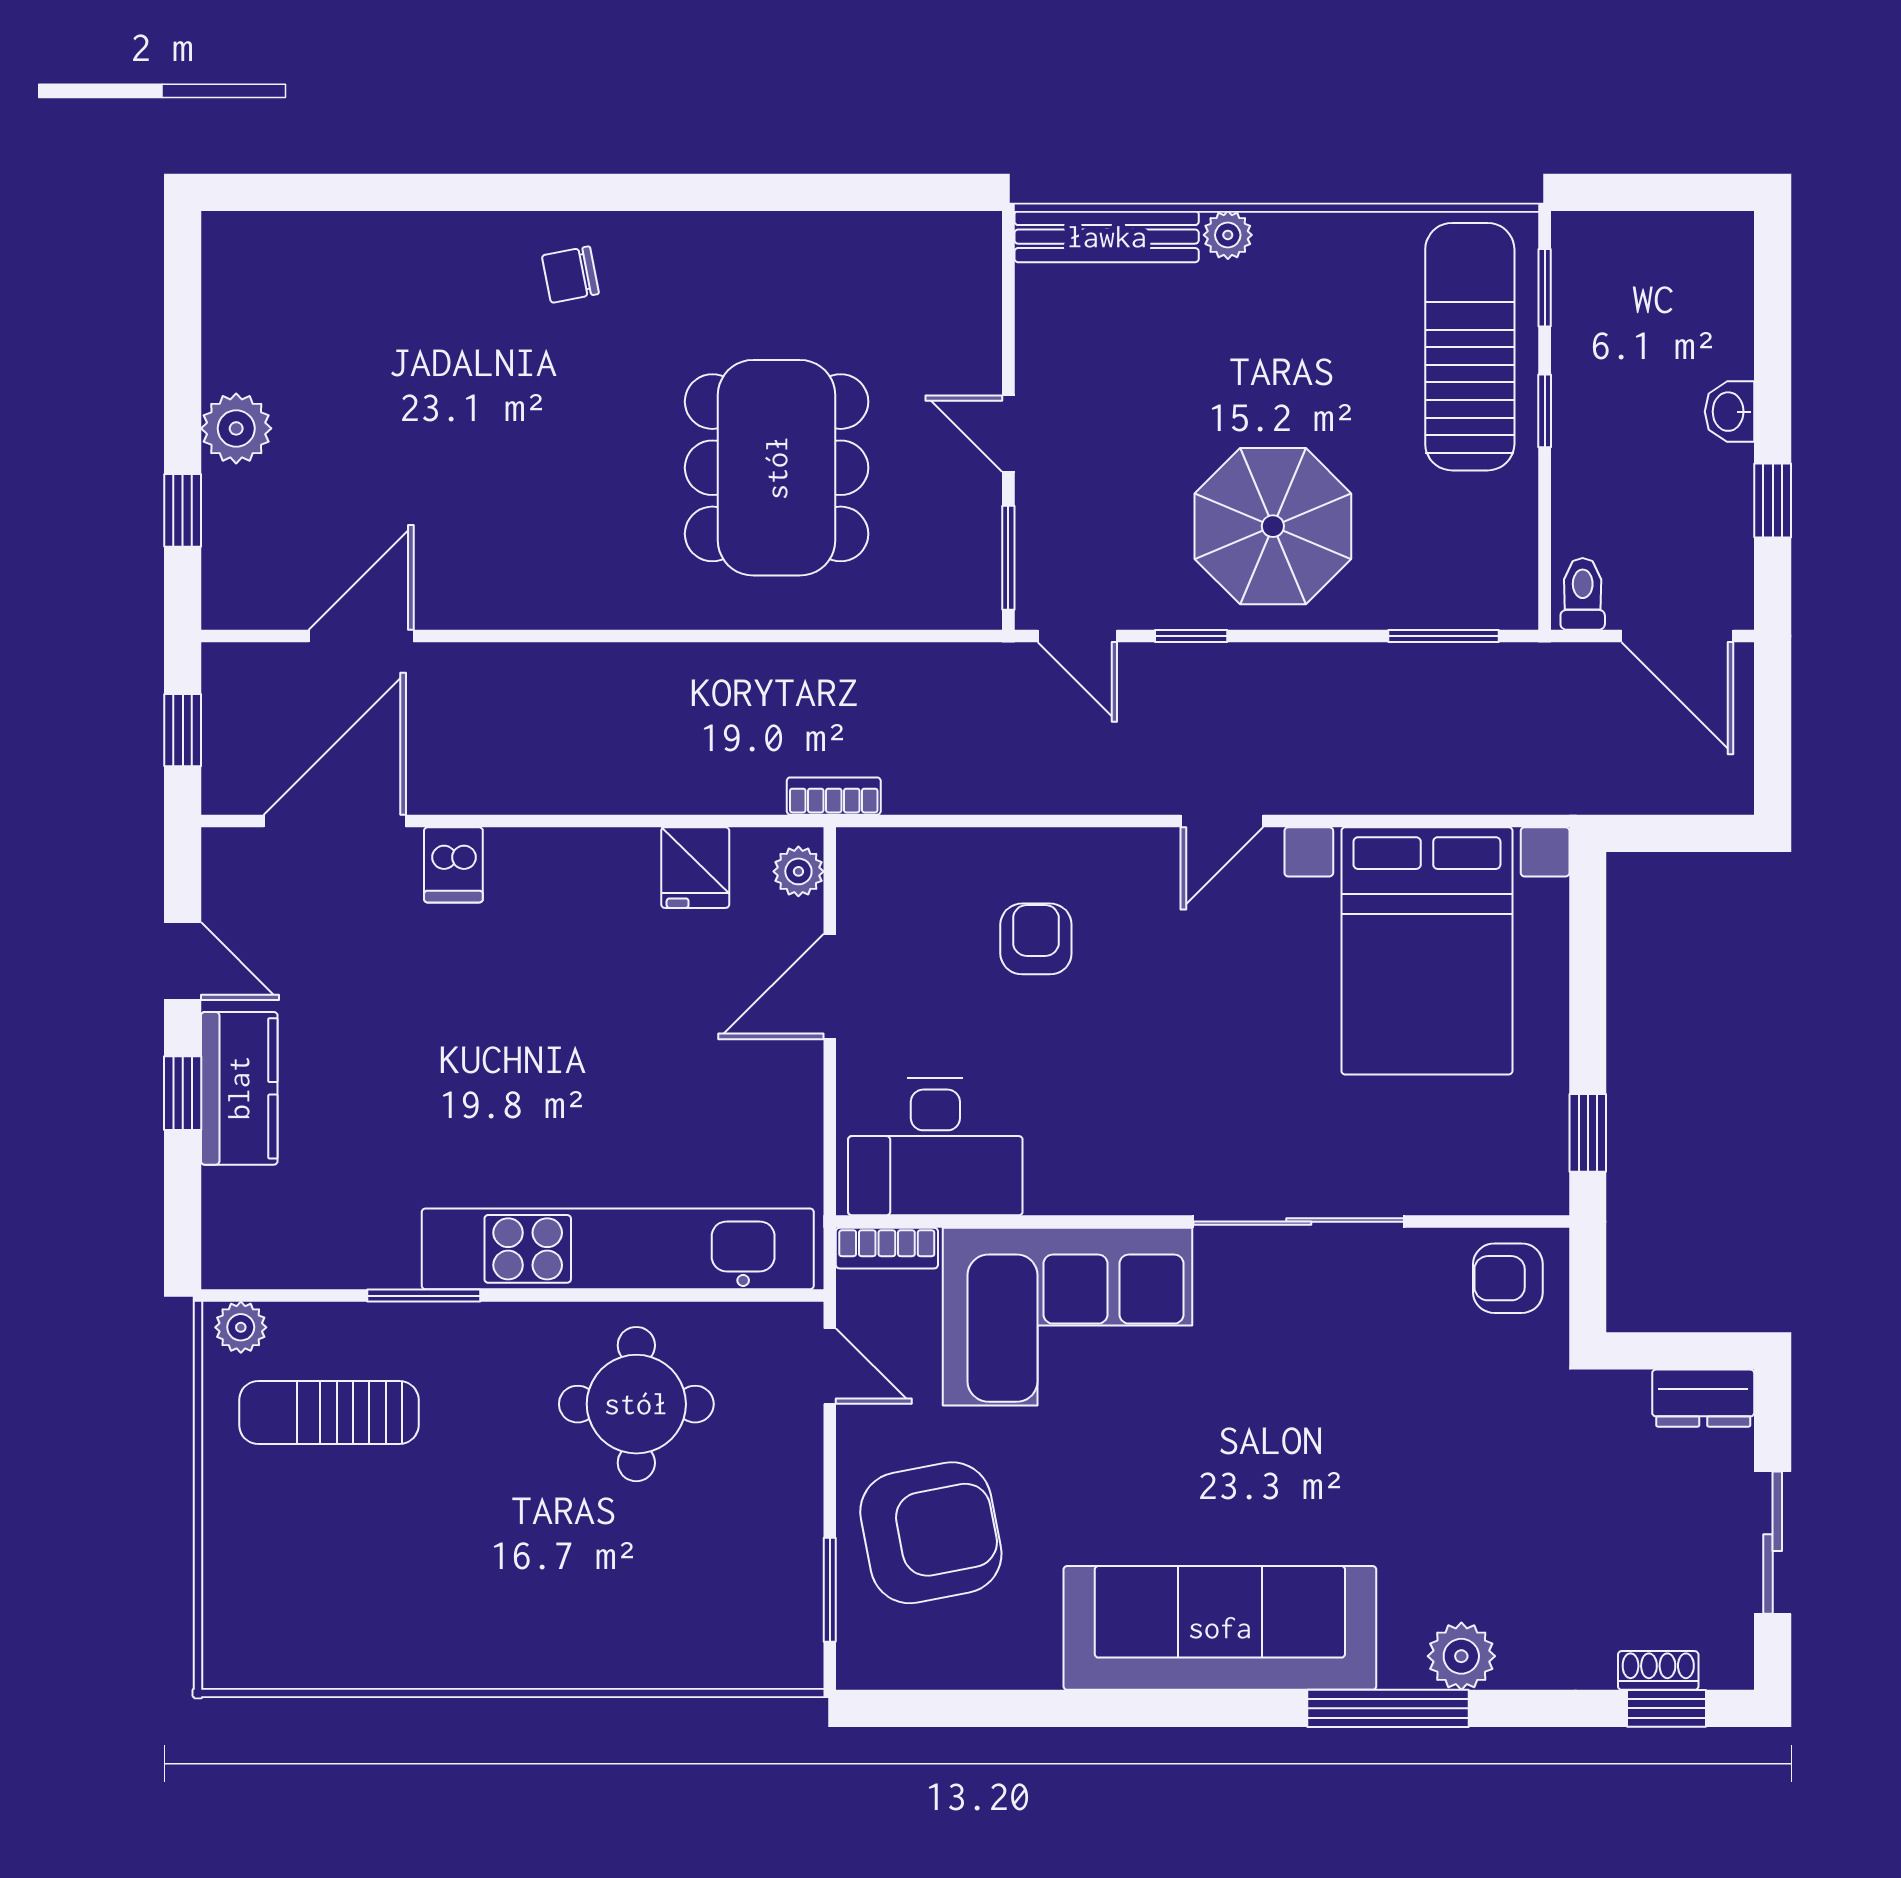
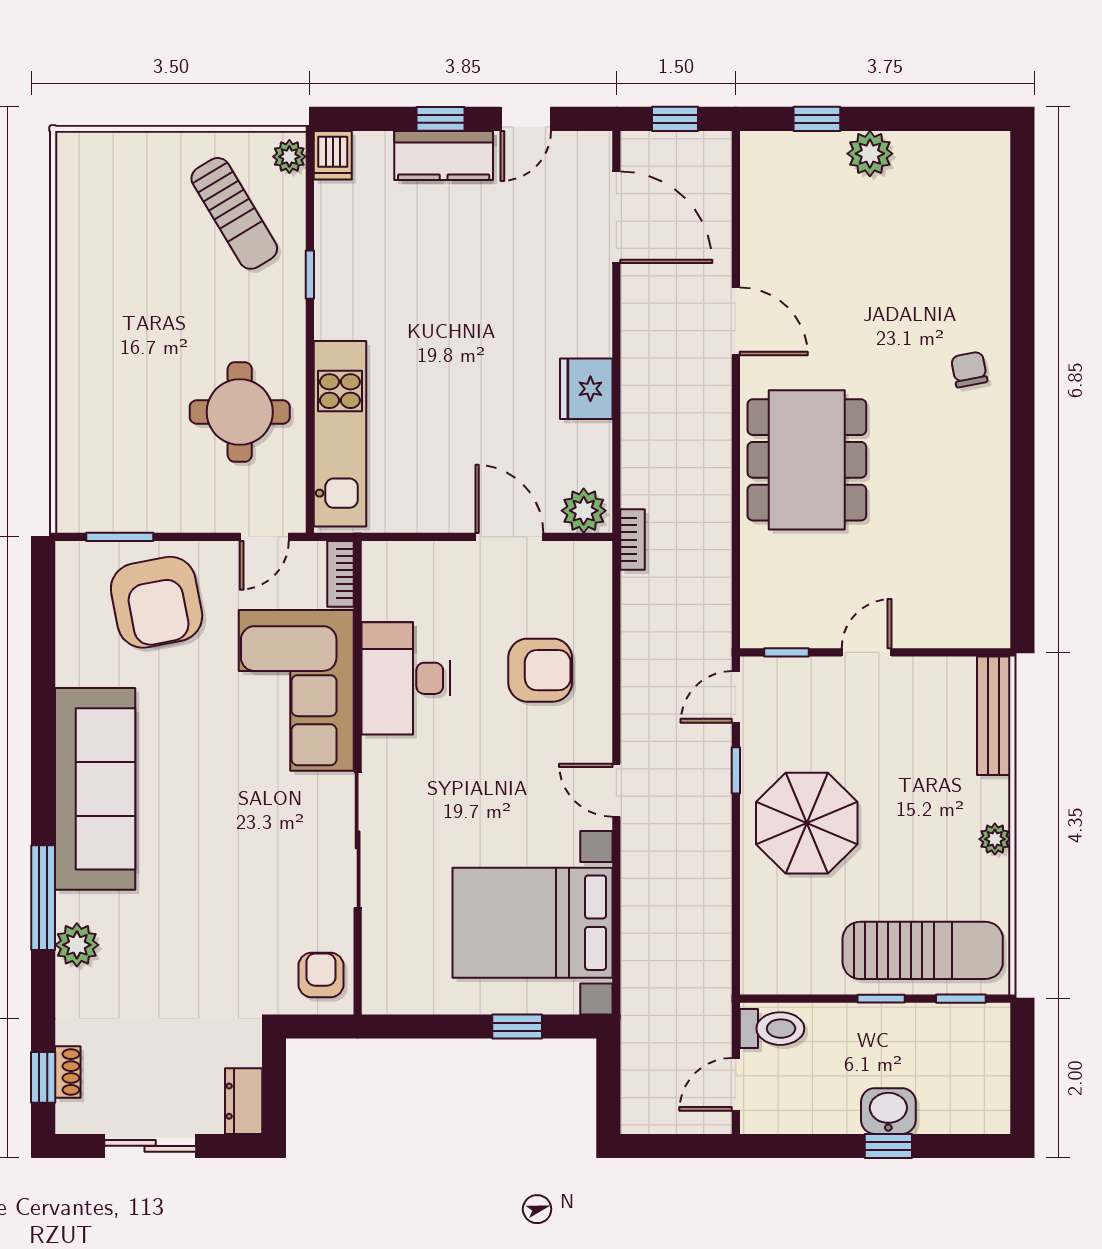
plant: (1228, 235) -> (995, 839), moved
washbasin: (1730, 412) -> (888, 1111), width x1.38, depth x1.45
dining table: (777, 468) -> (807, 460), moved, turned 90
window: (1773, 501) -> (888, 1146), moved
window: (1008, 558) -> (786, 652), width x0.67
toilet: (1583, 594) -> (772, 1029), width x1.37, depth x1.39
door: (361, 636) -> (736, 321), moved
window: (1443, 636) -> (736, 933), removed
door: (1677, 636) -> (736, 1084), width x0.73
dishwasher: (453, 865) -> (333, 155), moved, turned -90
fridge: (695, 868) -> (586, 389), moved, width x1.38
plant: (798, 871) -> (584, 511), width x1.38, depth x1.38
armchair: (1036, 939) -> (540, 670), width x1.38, depth x1.38
window: (1588, 1133) -> (517, 1027), moved
desk: (935, 1147) -> (406, 678), moved
kitchen unit: (618, 1249) -> (340, 434), width x0.73
window: (424, 1296) -> (310, 275), width x0.67
sun lounger: (329, 1413) -> (234, 213), turned 149

